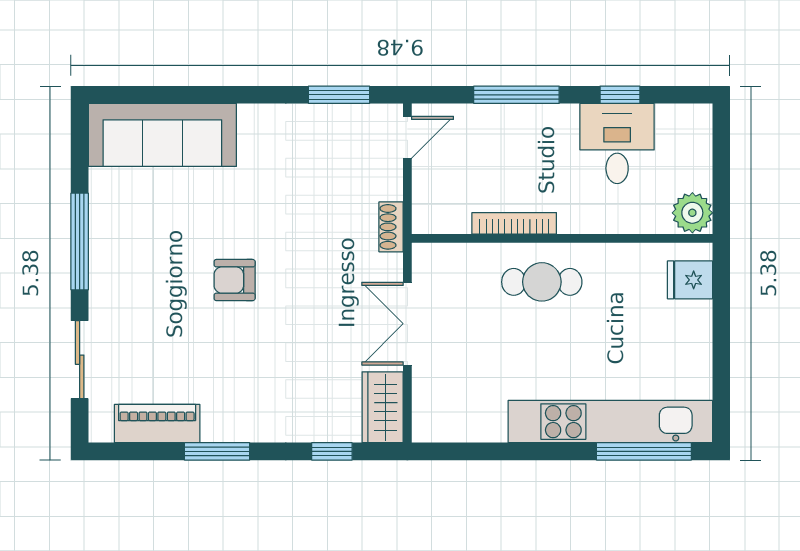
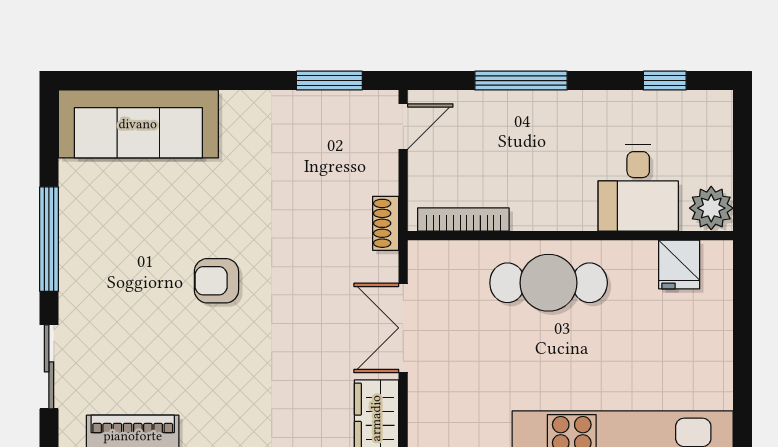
window: (620, 95) -> (665, 81), moved
desk: (617, 144) -> (638, 188), moved, turned 180
bookcase: (514, 223) -> (463, 219), moved
fridge: (690, 280) -> (679, 265), moved, turned -90
cafe table: (542, 282) -> (549, 283), width x1.37, depth x1.35

